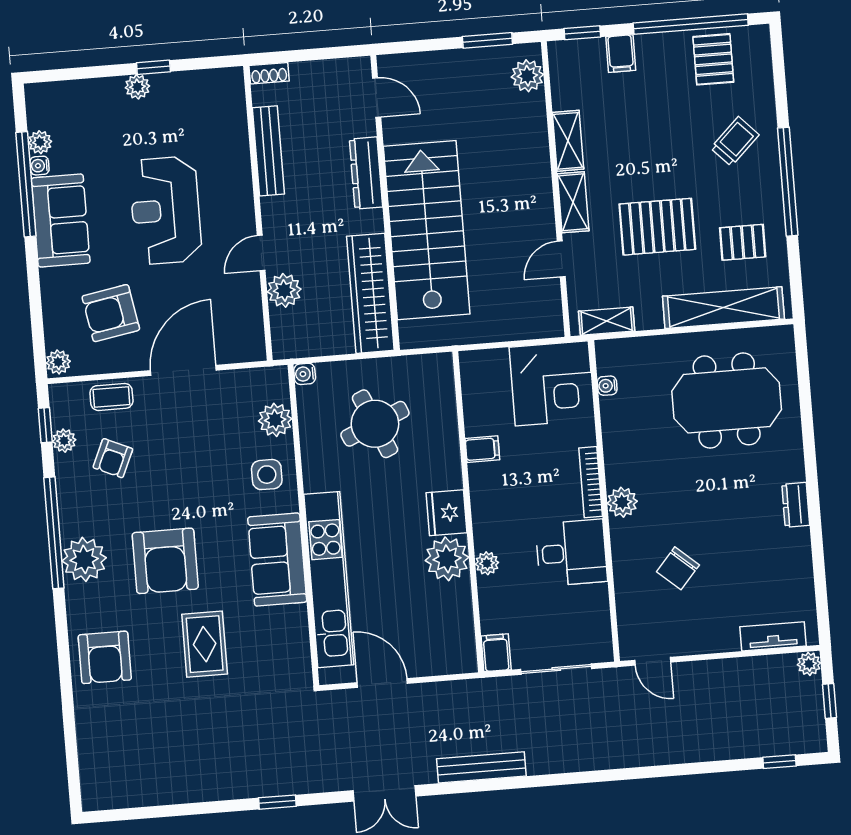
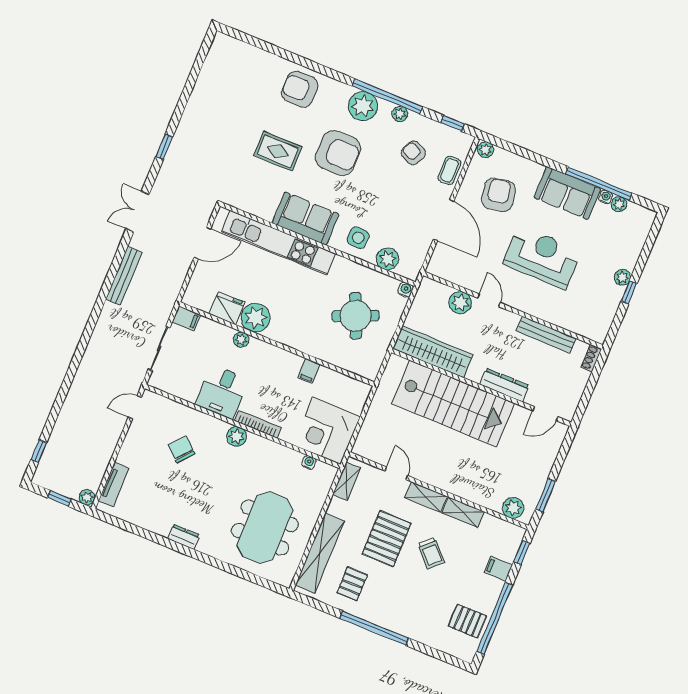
trolley: (735, 141) -> (431, 553), moved
plant: (64, 441) -> (400, 114), moved
fridge: (447, 513) -> (227, 308), moved
armchair: (165, 561) -> (338, 153), turned 180

